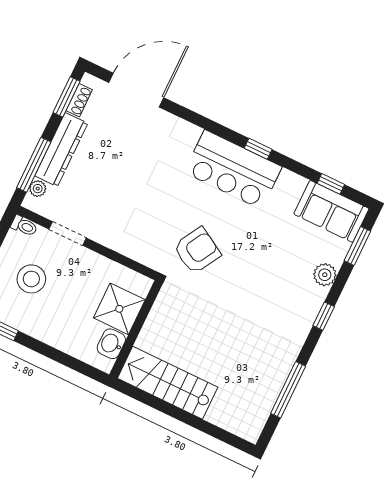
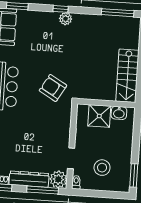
plant: (38, 189) -> (58, 179), width x1.87, depth x1.87
plant: (325, 275) -> (66, 19), moved
window: (288, 390) -> (118, 13), moved

